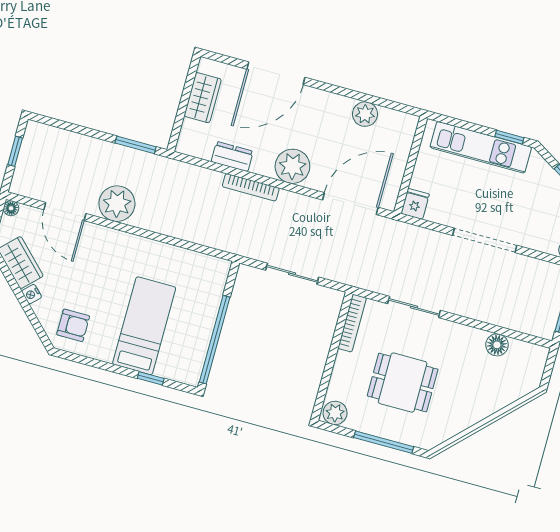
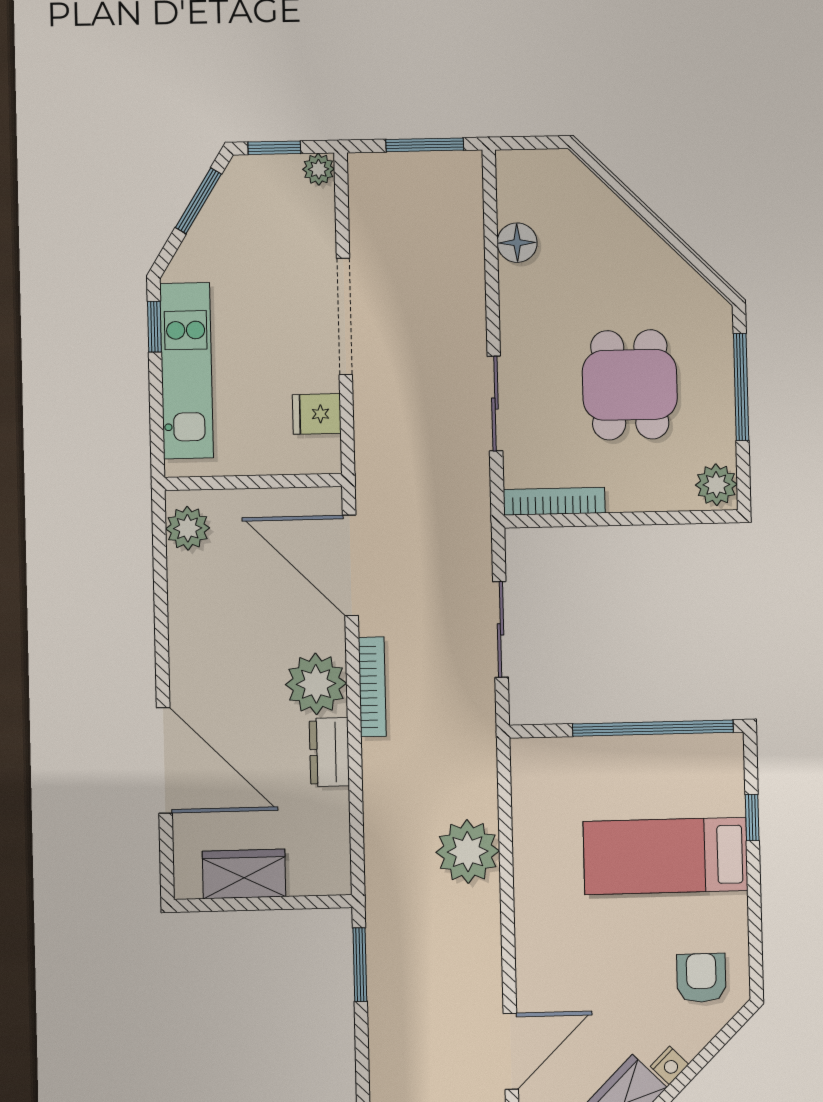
plant: (365, 114) -> (188, 528), moved
dresser: (232, 157) -> (329, 752), moved
bookcase: (251, 187) -> (372, 687), moved
plant: (117, 204) -> (468, 852), moved
fridge: (415, 204) -> (317, 414), moved

